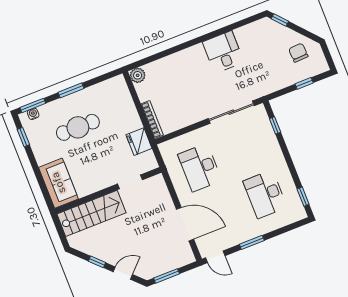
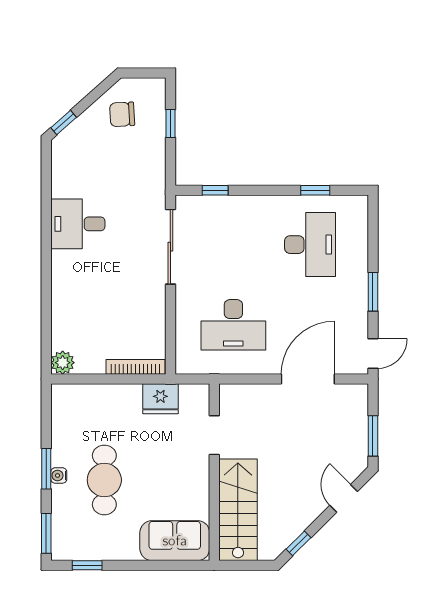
water cooler: (33, 114) -> (59, 475), moved
desk: (265, 194) -> (310, 245), turned -90
window: (303, 197) -> (315, 190), moved
window: (97, 262) -> (298, 543), moved

